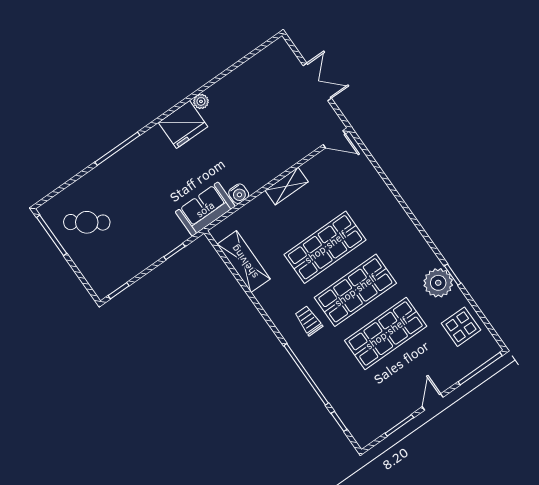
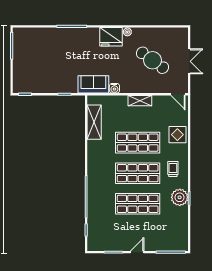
cafe table: (87, 222) -> (153, 60), moved, width x1.37, depth x1.35
trolley: (309, 321) -> (173, 169), moved
display table: (461, 327) -> (177, 135), moved

